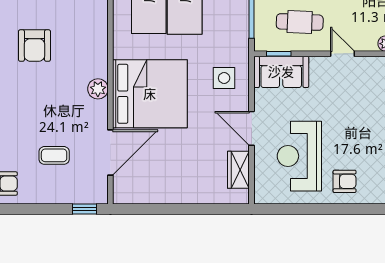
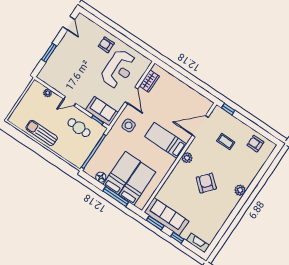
armchair: (34, 46) -> (206, 183), moved, turned -49
door: (342, 54) -> (70, 101), hinge flipped
bed: (150, 94) -> (166, 140), width x0.49

